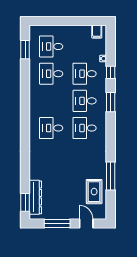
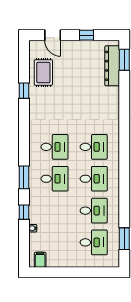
desk: (85, 74) -> (94, 179), moved
window: (111, 176) -> (24, 91), width x0.46
window: (57, 223) -> (87, 35), width x0.46

